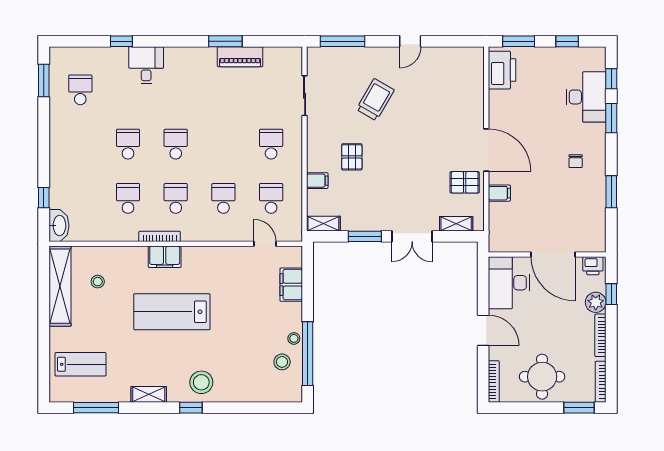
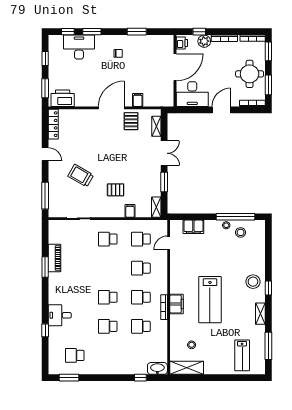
locker: (460, 55) -> (53, 124), added
shelving: (60, 286) -> (187, 368), width x0.68
lab bench: (80, 364) -> (242, 355), turned 180
window: (524, 408) -> (268, 85), added

